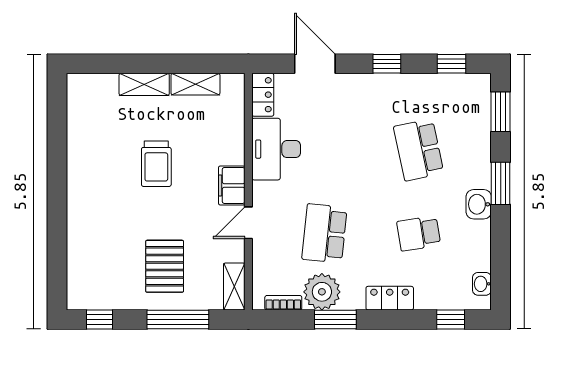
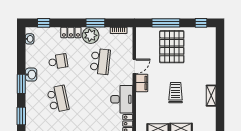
pallet: (165, 266) -> (172, 47), width x1.37, depth x1.41
shelving: (234, 286) -> (211, 96), moved
plant: (322, 292) -> (91, 35), moved

